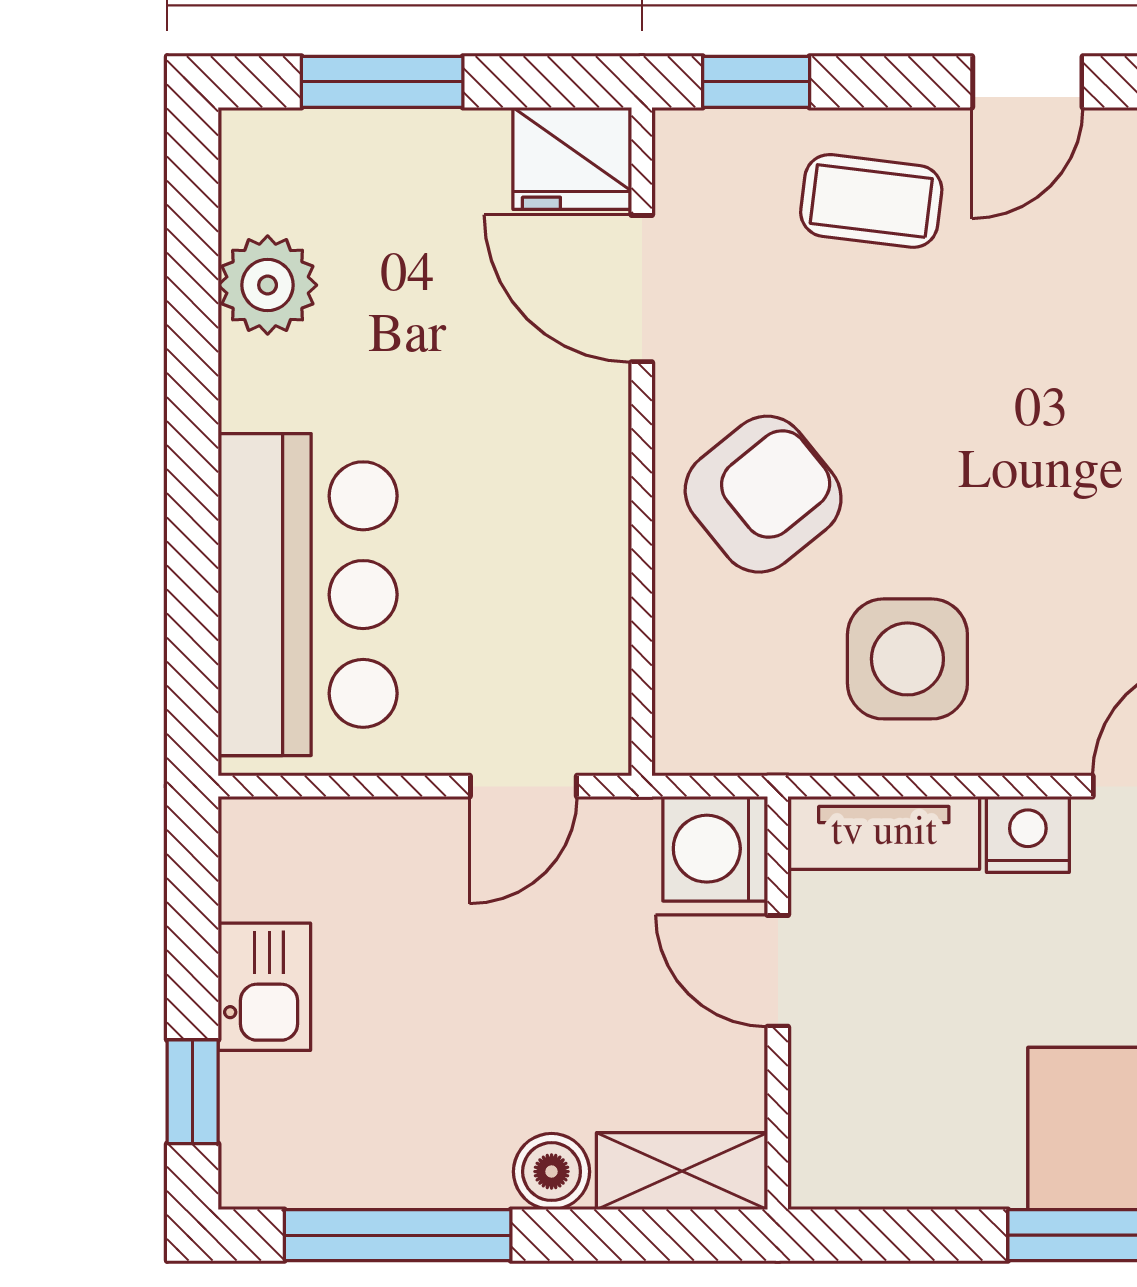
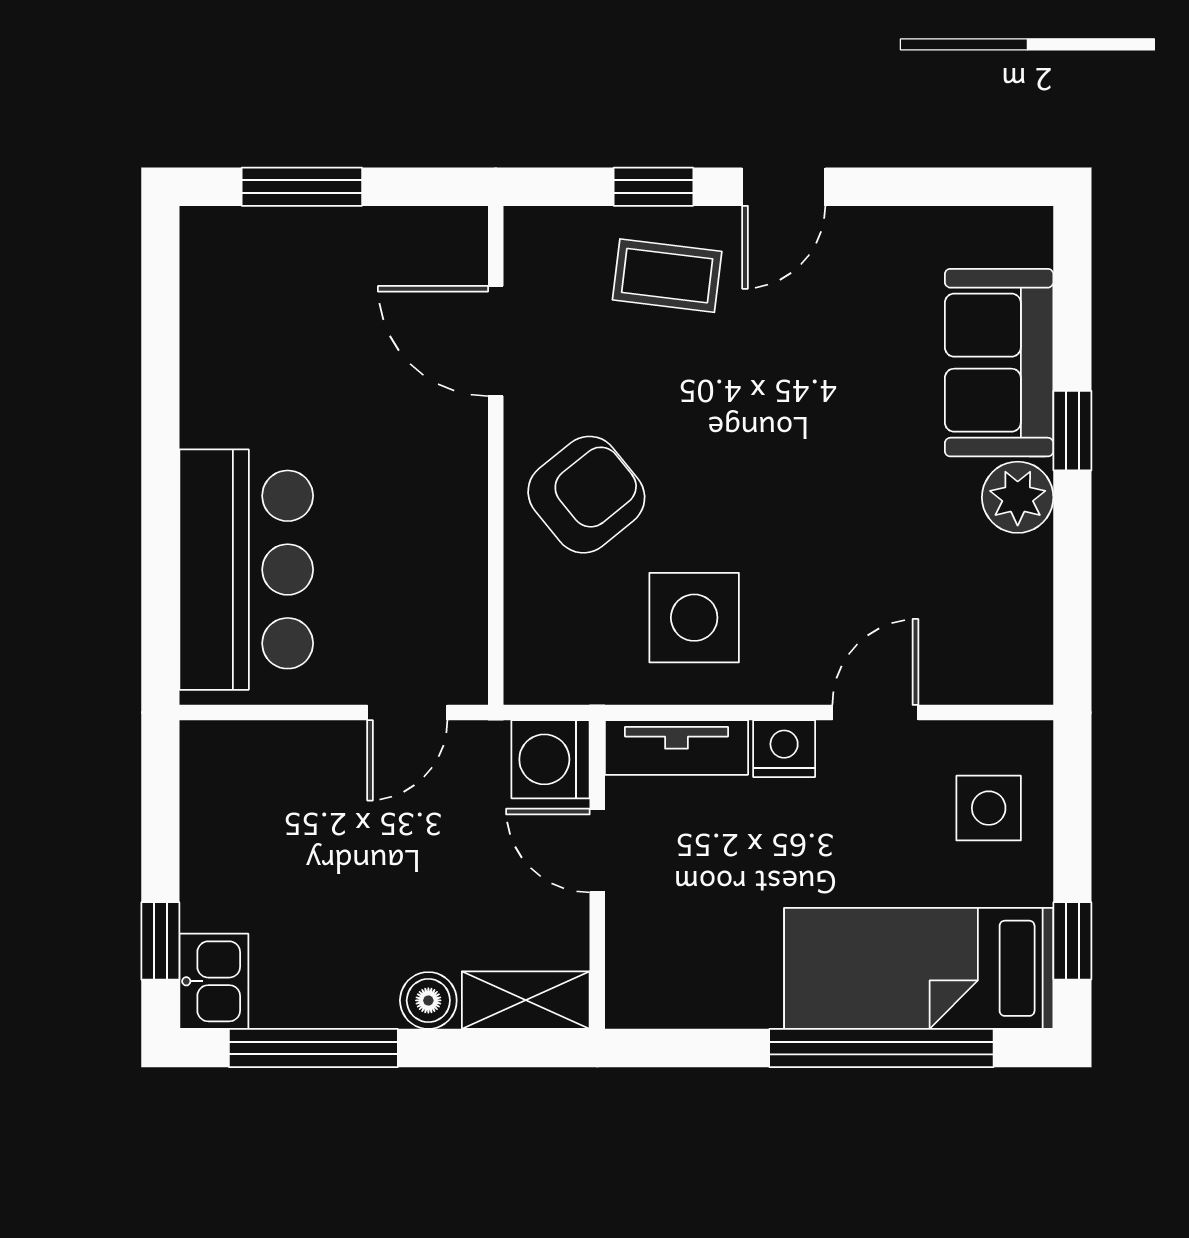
window: (756, 82) -> (653, 187), moved
fridge: (572, 158) -> (444, 244), removed
plant: (268, 285) -> (216, 338), removed
kitchen sink: (264, 987) -> (214, 981), moved

